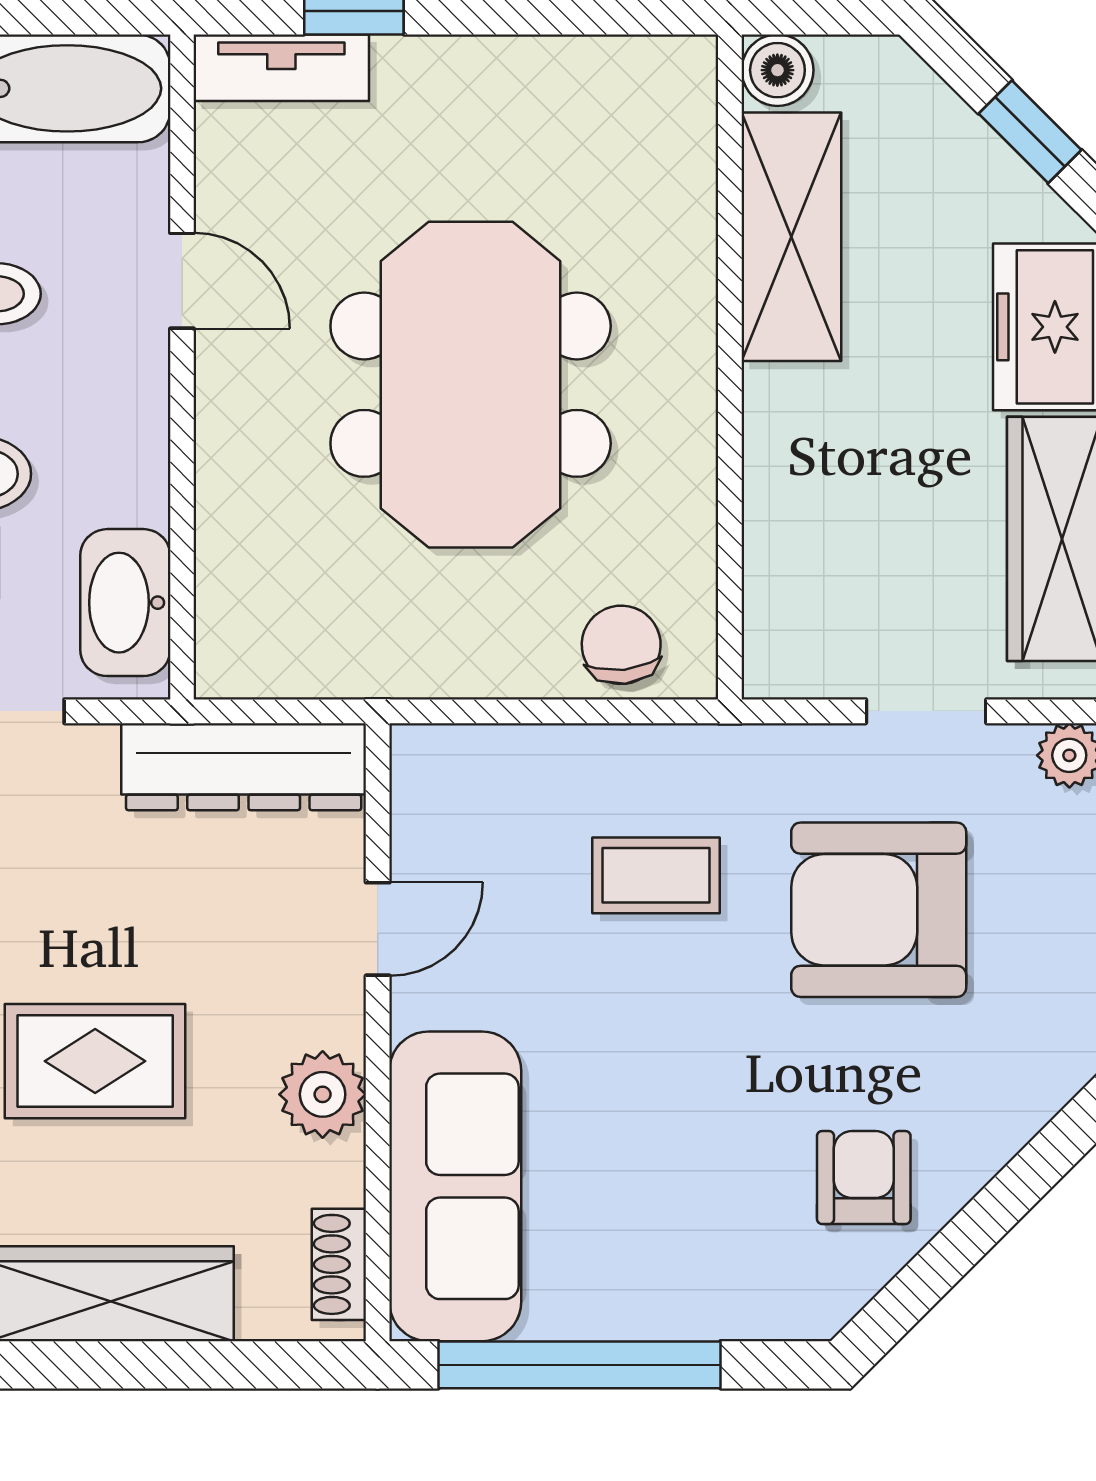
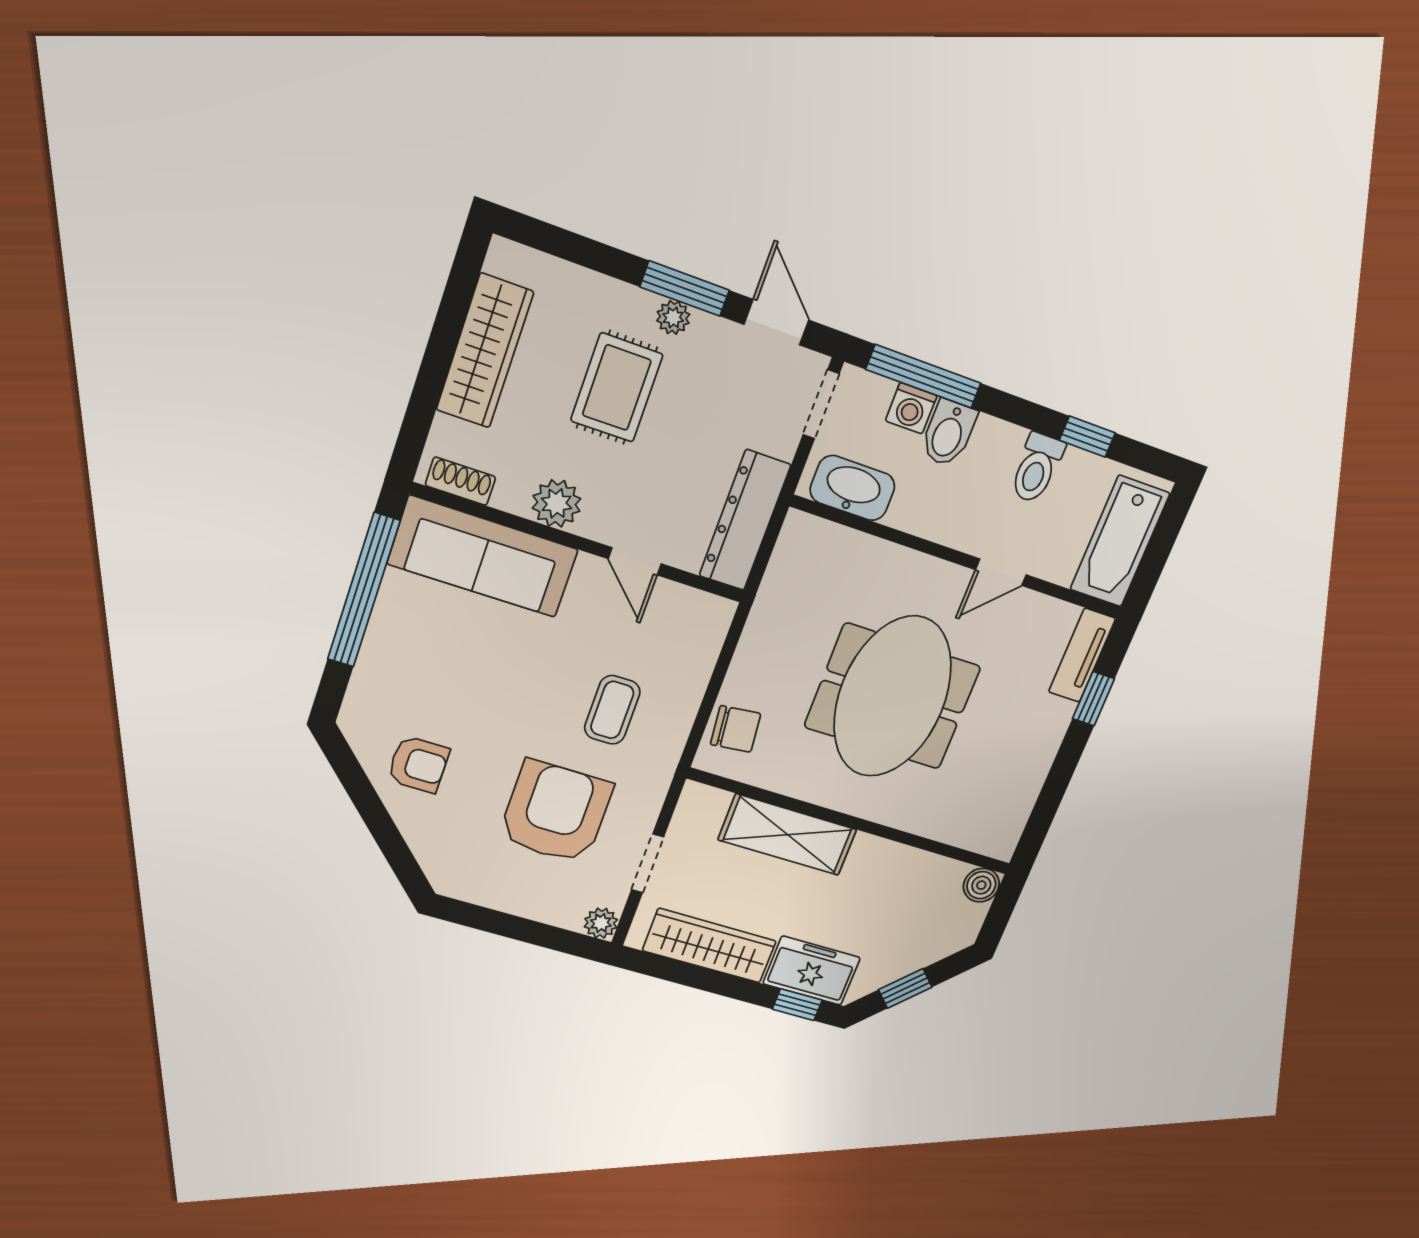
shelving: (791, 237) -> (788, 835), moved
meeting table: (471, 385) -> (892, 697), turned 90

